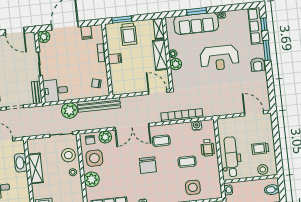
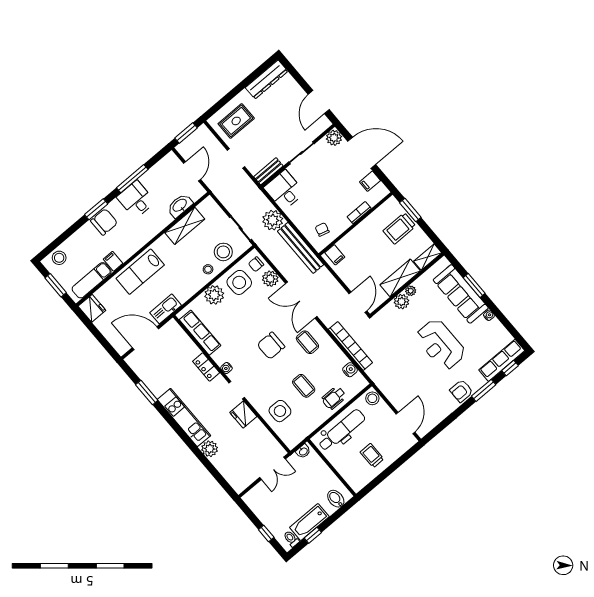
filing cabinet: (115, 59) -> (335, 255), moved
stool: (263, 169) -> (372, 398), moved

